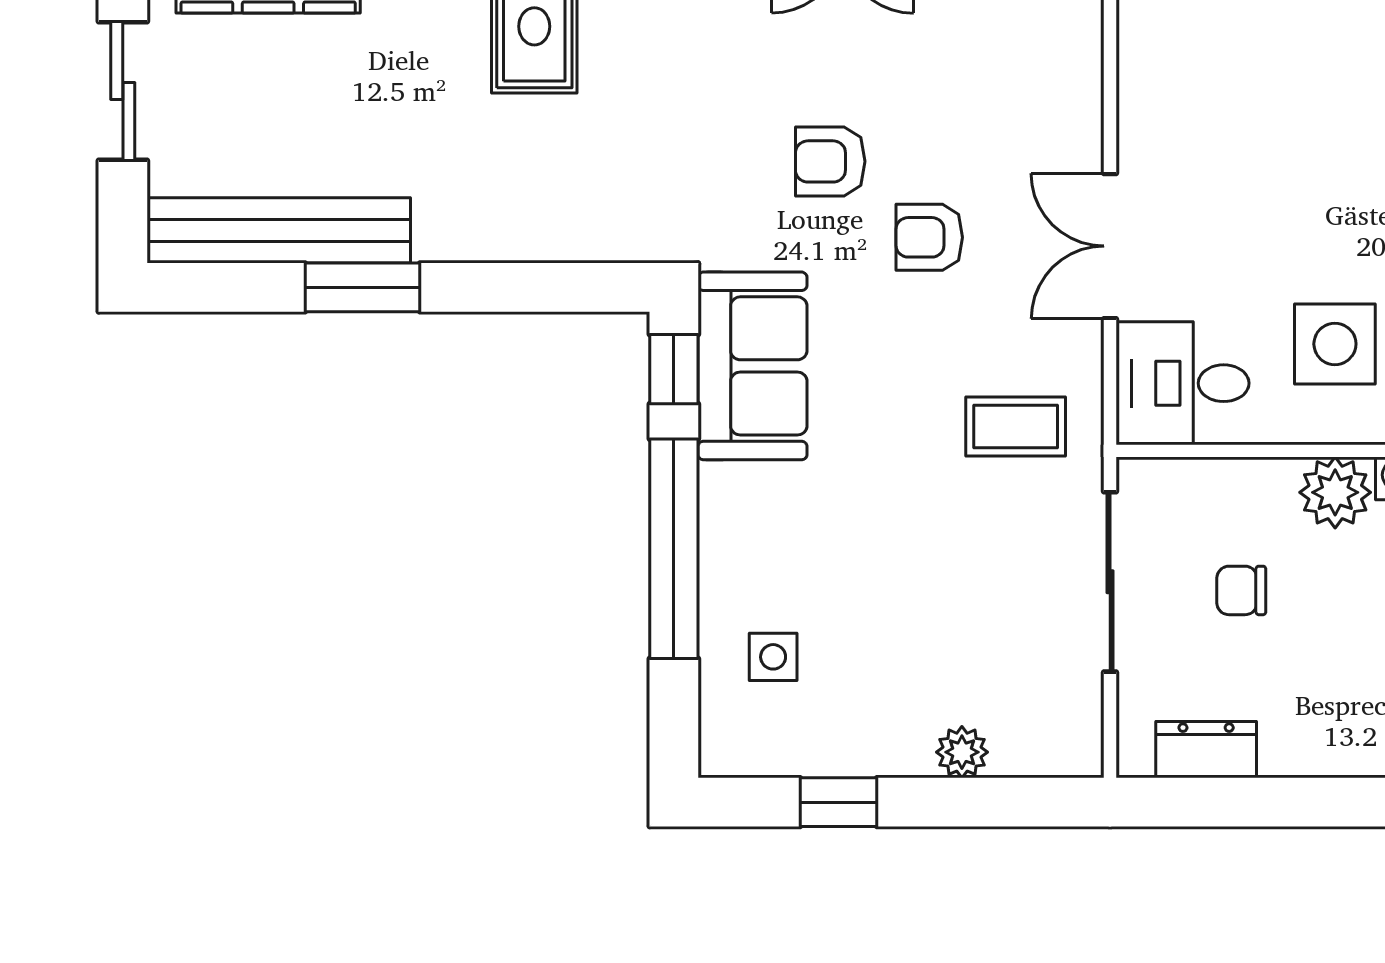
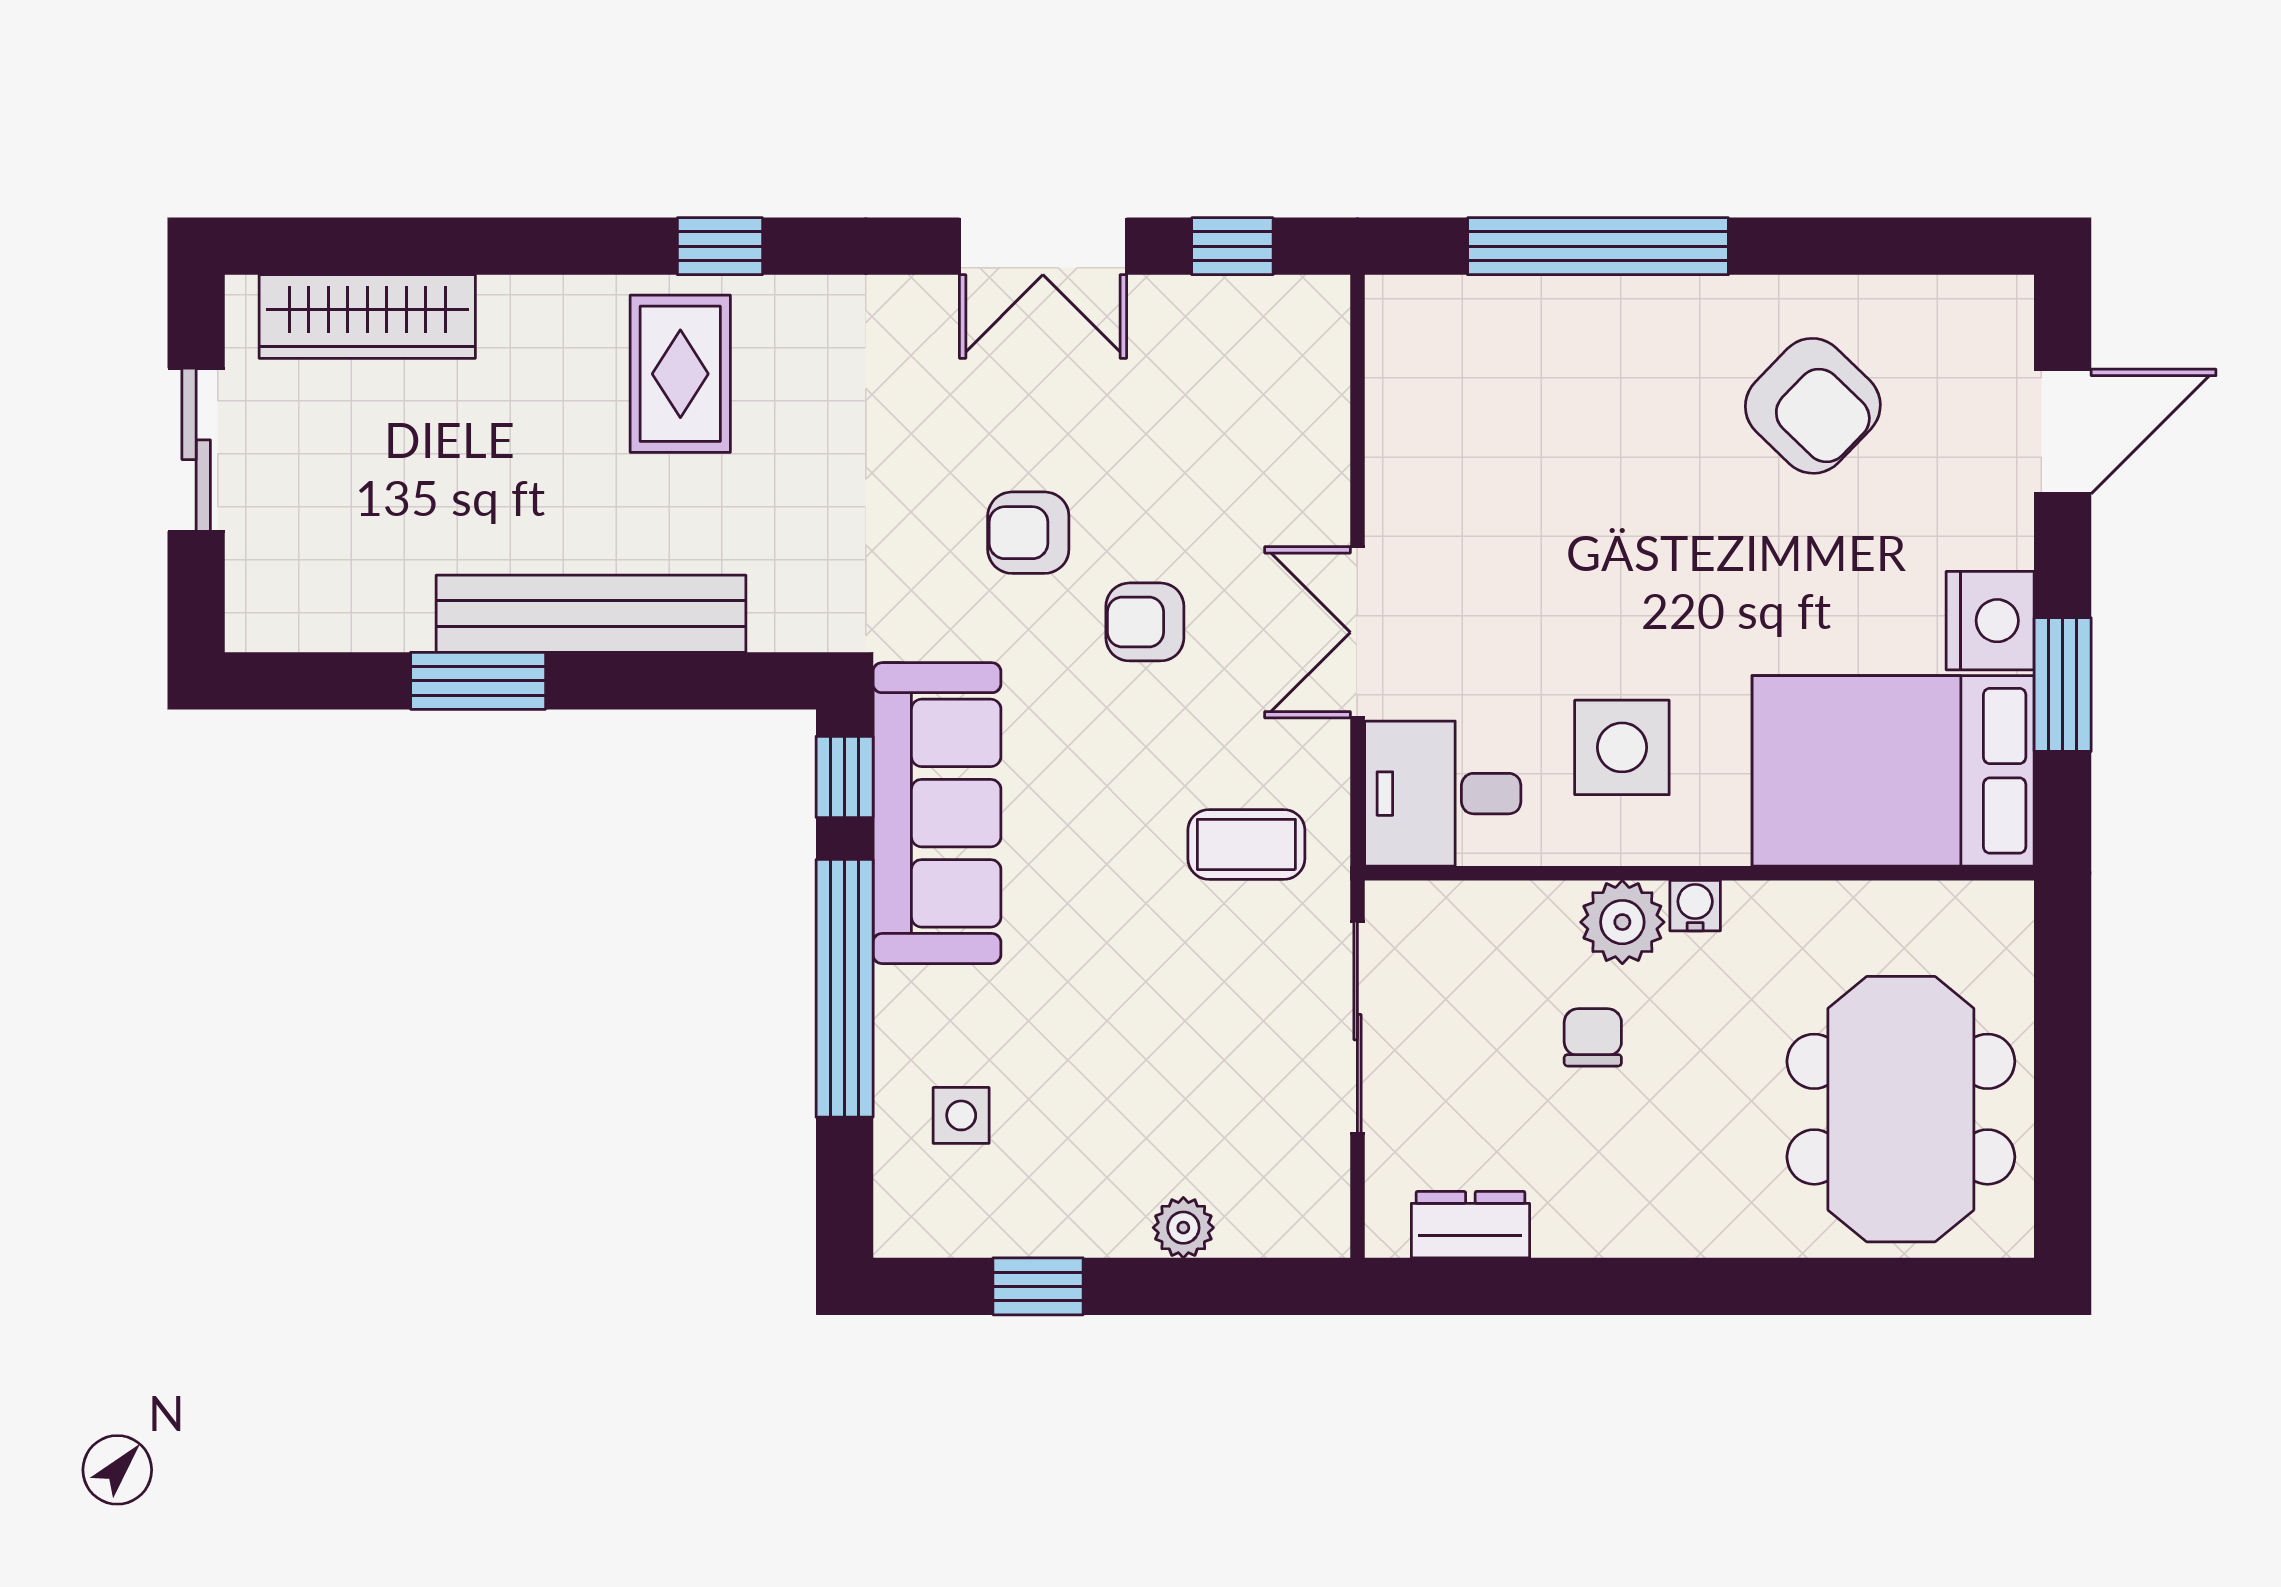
bench: (279, 230) -> (591, 614), moved
sofa: (753, 366) -> (937, 813), width x1.36
chair: (1241, 590) -> (1593, 1037), moved, turned 90

